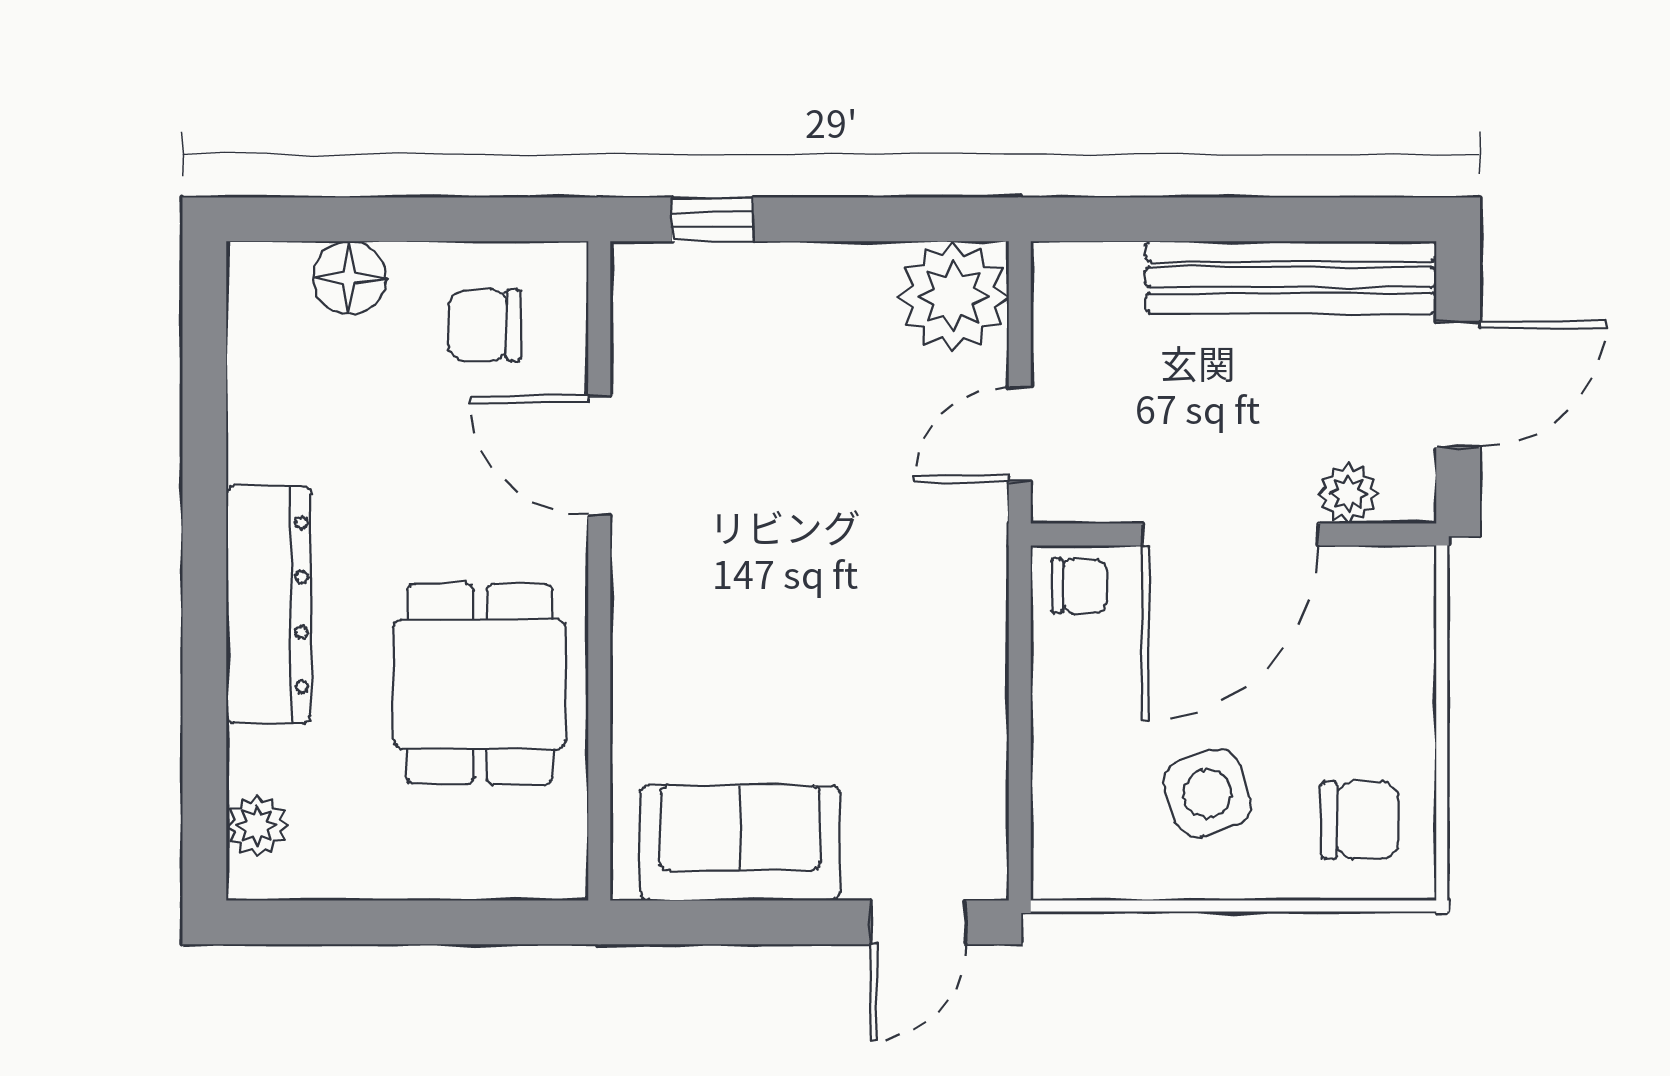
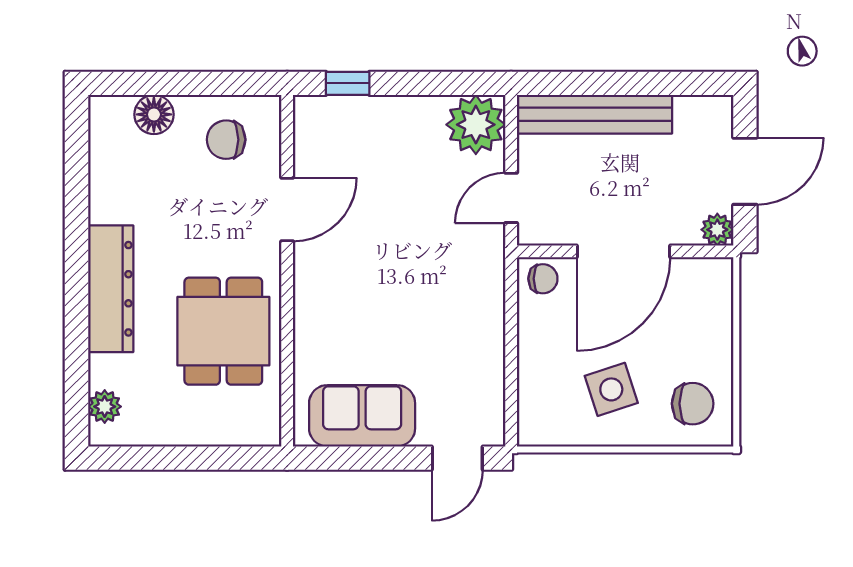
bench: (1291, 277) -> (595, 114), moved
door: (599, 456) -> (287, 210), swing flipped
plant: (1348, 494) -> (717, 230), moved

